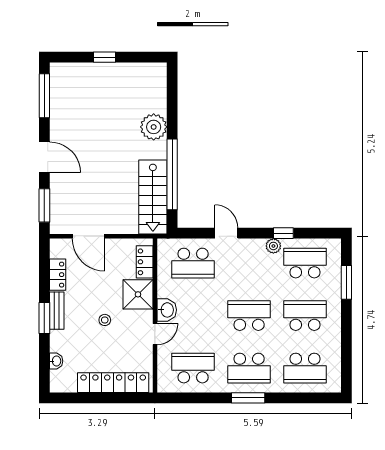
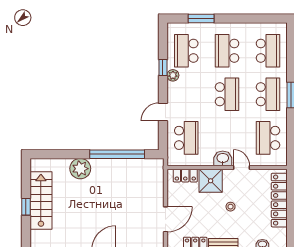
stairs: (153, 197) -> (41, 201), moved, turned -90
school desk: (249, 316) -> (227, 94), turned 180

